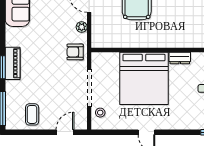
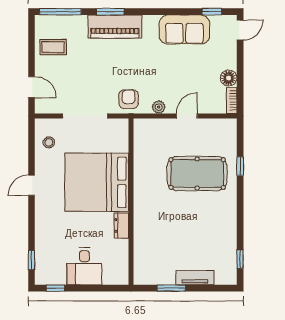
piano: (13, 63) -> (115, 27), width x1.37, depth x1.33
stool: (100, 113) -> (49, 142), moved

